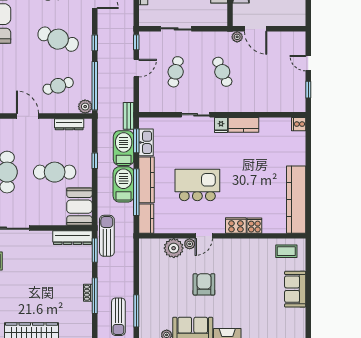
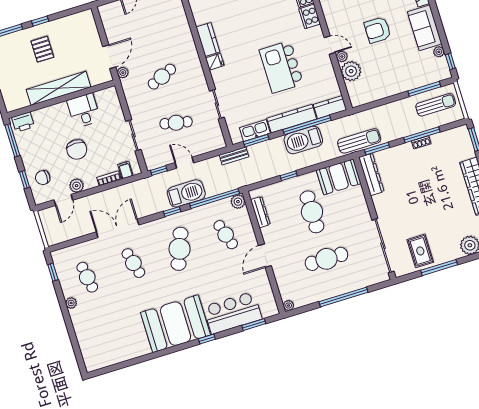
filing cabinet: (146, 11) -> (125, 170), added
sliding door: (196, 115) -> (217, 104), moved
barbecue: (124, 148) -> (186, 193), moved, turned 180
sun lounger: (107, 236) -> (359, 141), turned 180

